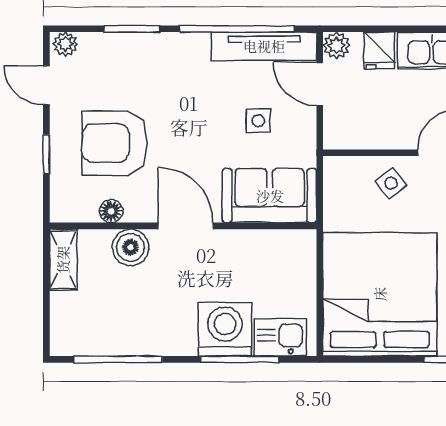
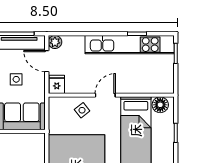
fridge: (379, 51) -> (57, 84), moved, turned 180

